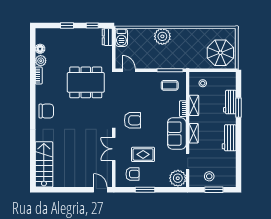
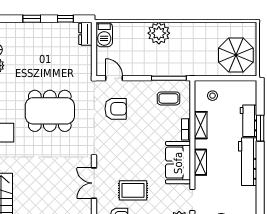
dining table: (86, 82) -> (50, 111), moved
armchair: (132, 120) -> (116, 109), moved
workbench: (229, 138) -> (248, 162), width x1.38

